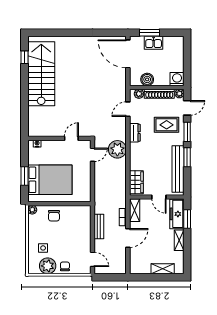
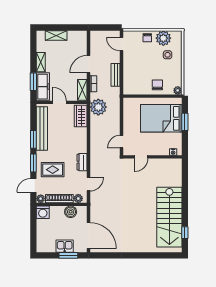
plant: (117, 149) -> (98, 107), moved

